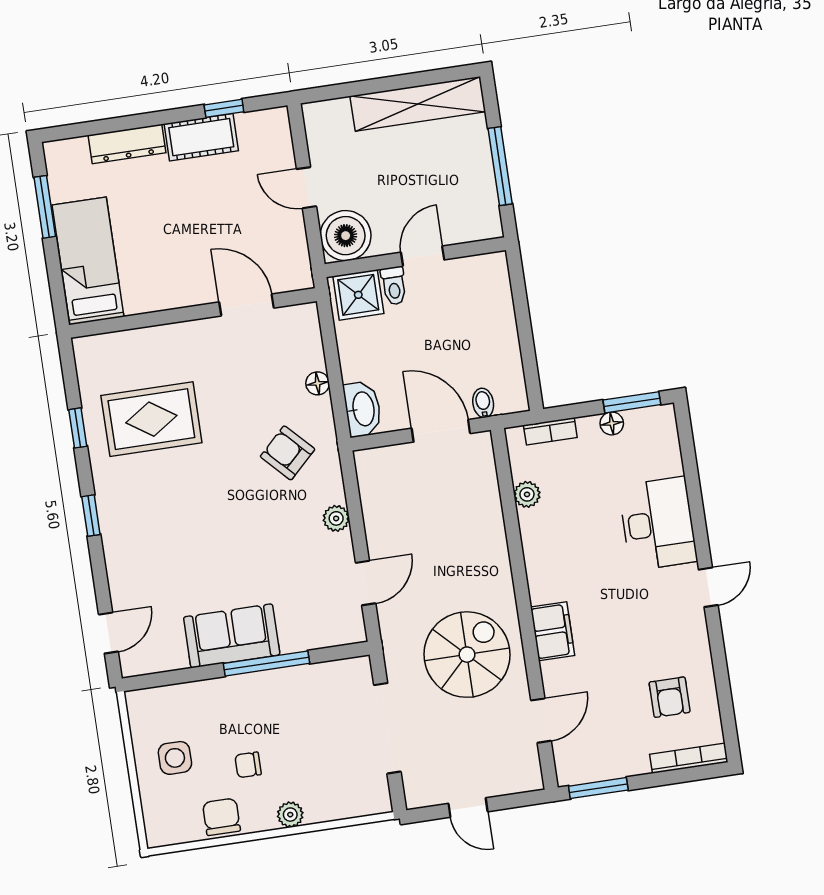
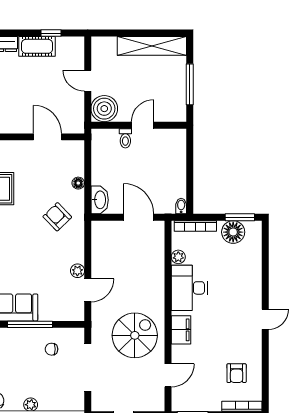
shower: (358, 295) -> (106, 140), removed
bidet: (483, 403) -> (181, 206), moved
floor lamp: (612, 423) -> (233, 232), width x1.89, depth x1.89
bookcase: (550, 431) -> (195, 226), width x1.56
plant: (336, 518) -> (77, 271), moved
desk: (658, 524) -> (189, 288), moved, turned 180
chair: (248, 765) -> (52, 349), moved

